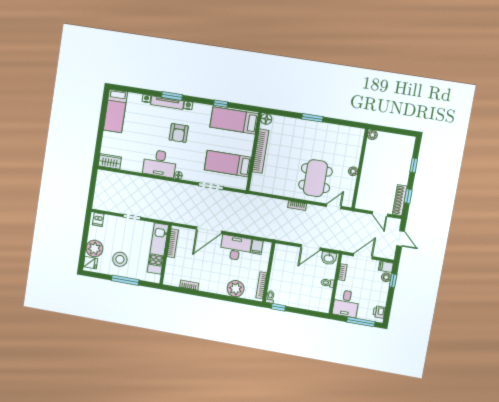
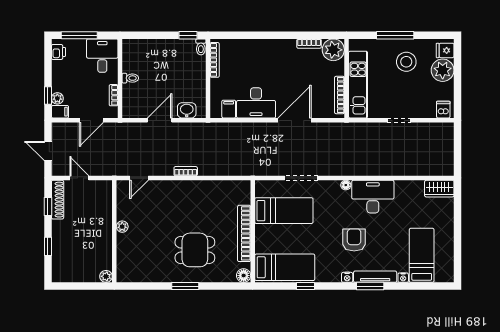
bed: (115, 111) -> (422, 255), moved
dining table: (315, 178) -> (195, 250), moved, width x0.73
washbasin: (329, 258) -> (187, 110), moved
plant: (236, 289) -> (333, 50), moved

